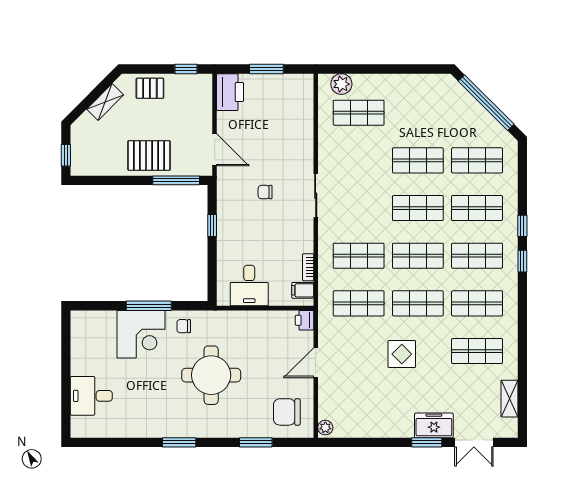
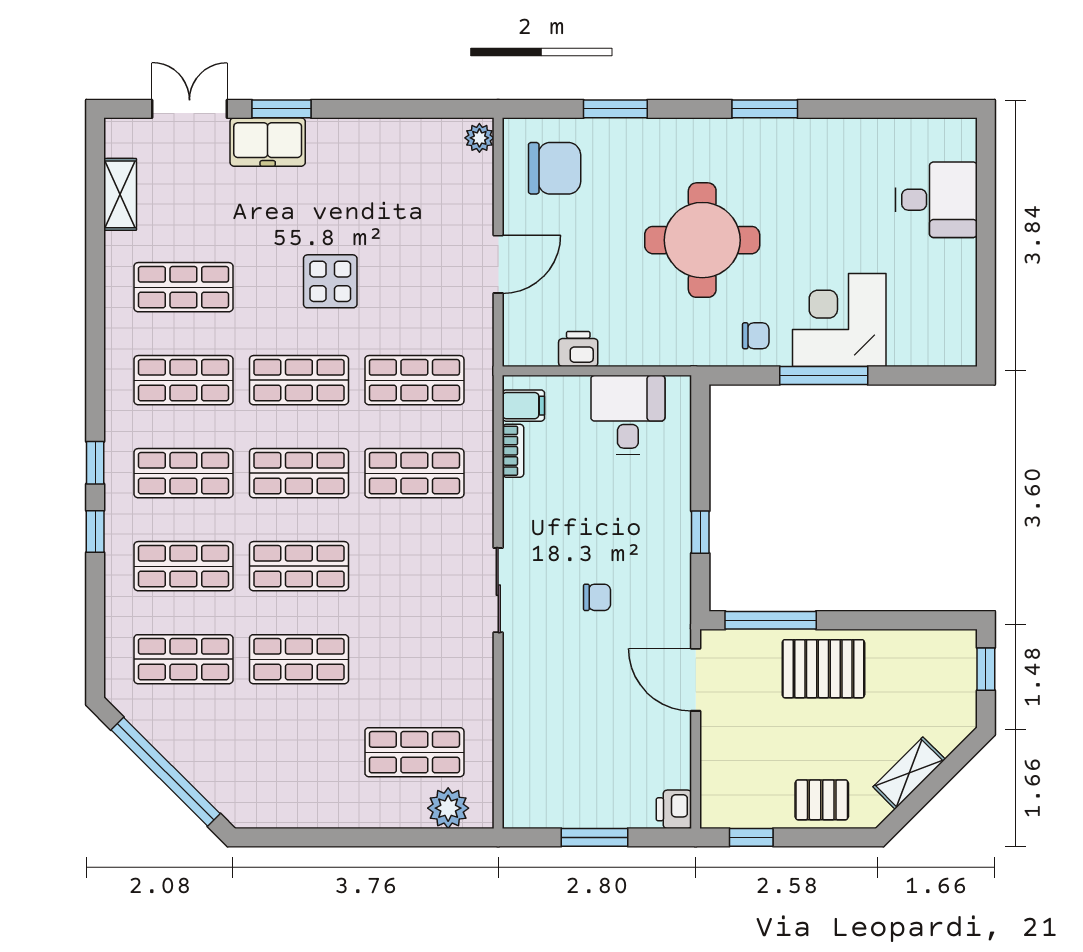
printer: (230, 92) -> (674, 809), width x0.53, depth x0.68
printer: (304, 320) -> (578, 349), moved, turned -90

